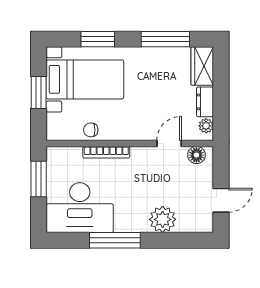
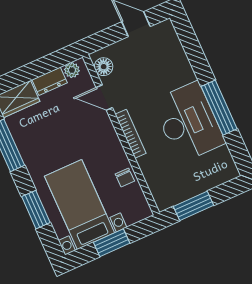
bookcase: (106, 152) -> (131, 134), moved
desk: (80, 208) -> (189, 122), moved
plant: (163, 219) -> (179, 71), removed

